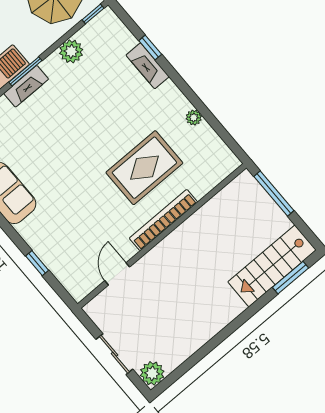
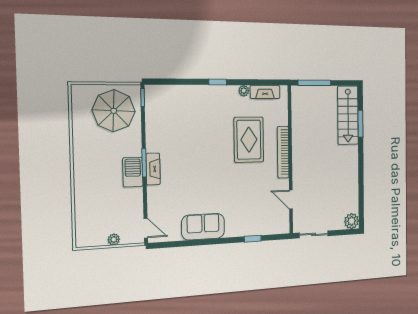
window: (150, 48) -> (218, 82), moved
plant: (71, 51) -> (154, 127), removed
fireplace: (148, 66) -> (265, 92), moved
window: (290, 278) -> (361, 124), moved
sliding door: (114, 354) -> (314, 234), moved

